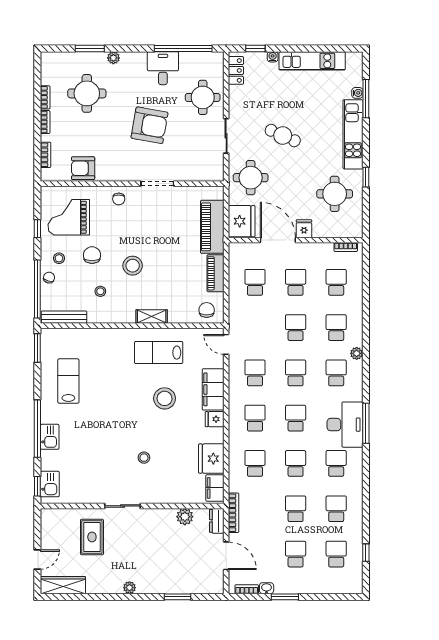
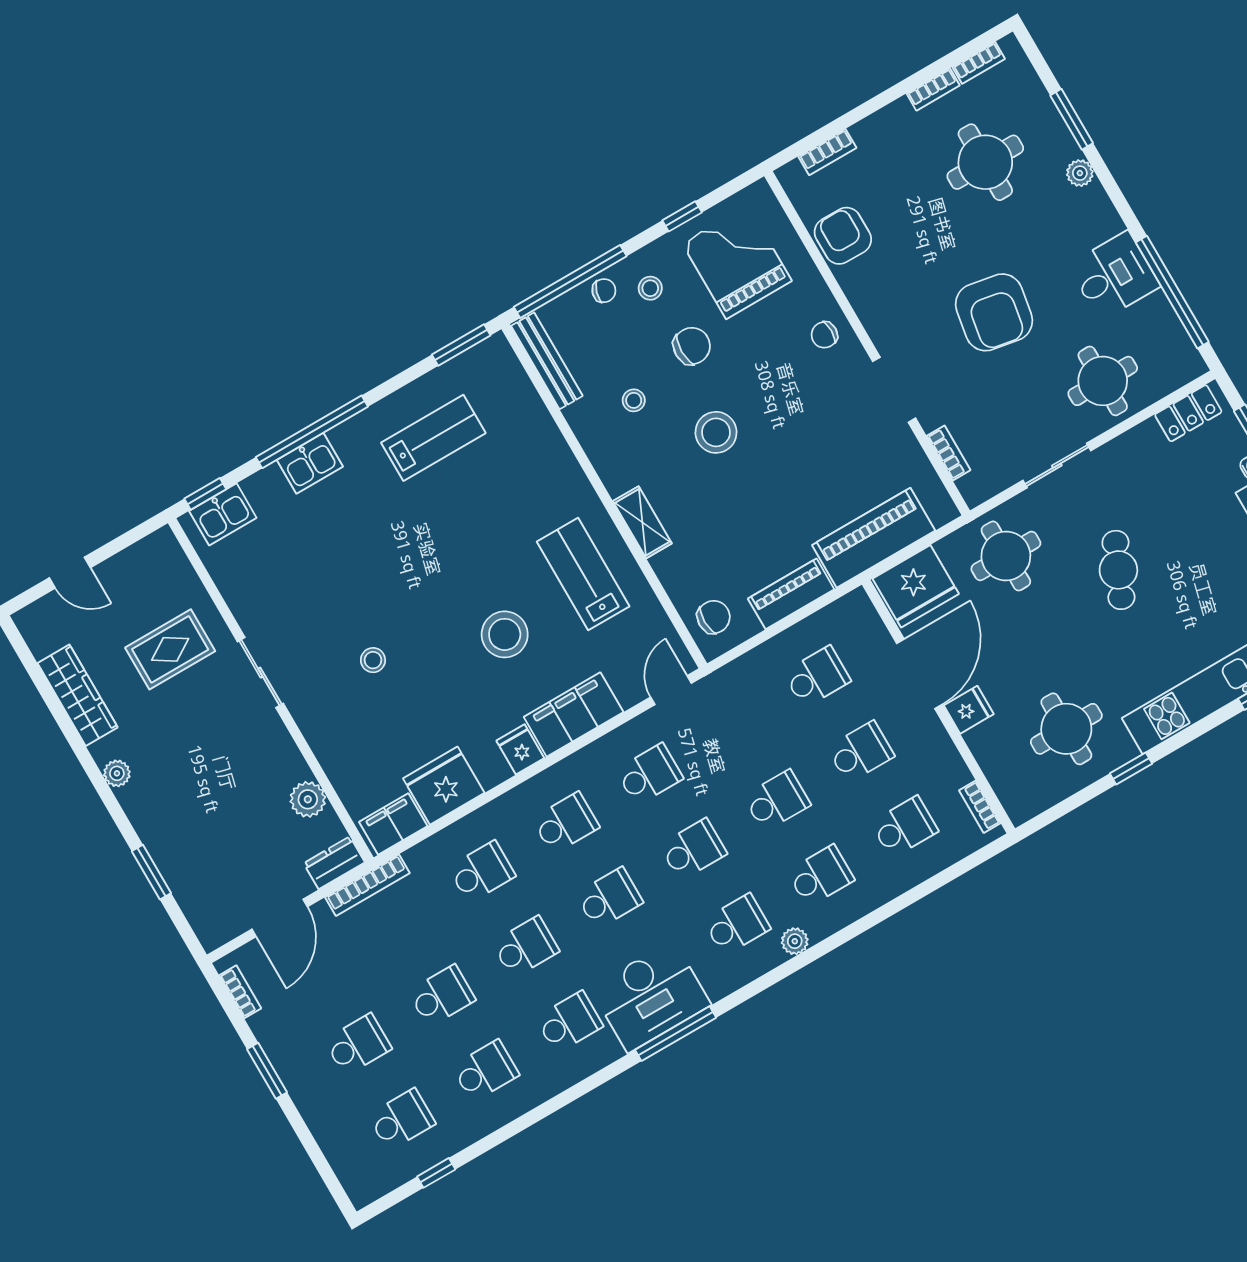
bookcase: (45, 122) -> (979, 63), moved
bookcase: (196, 177) -> (949, 453), added
wardrobe: (63, 585) -> (78, 695), moved
washbasin: (267, 588) -> (263, 1027), removed

